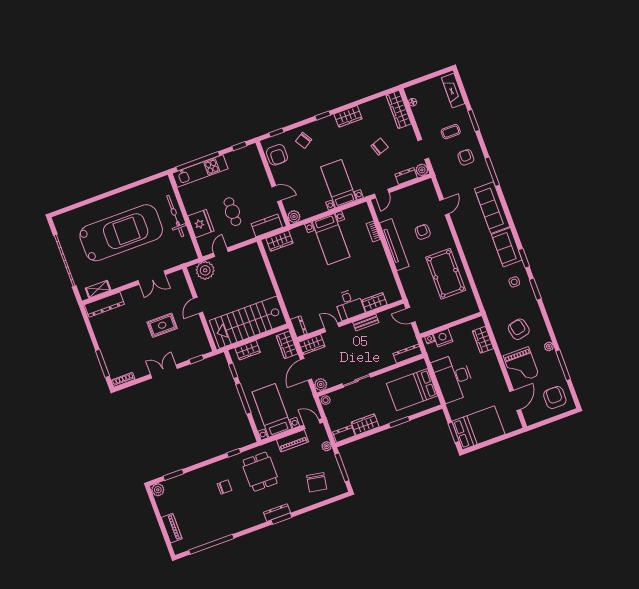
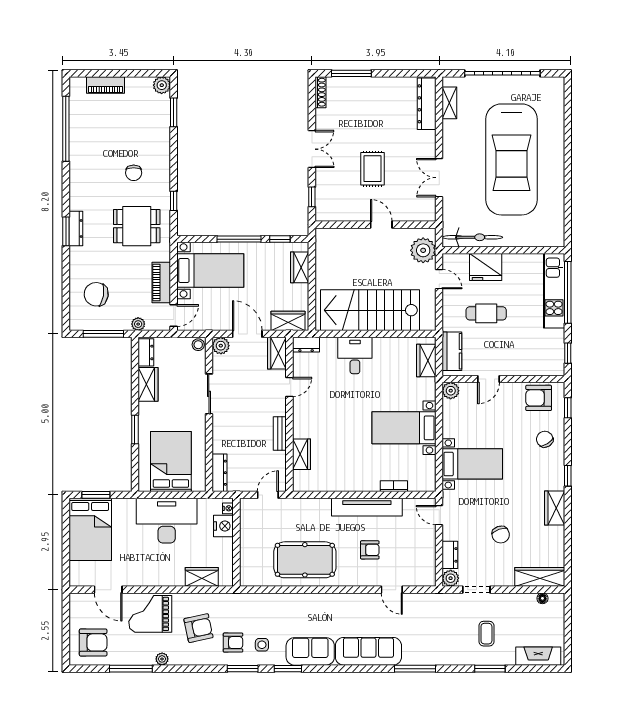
armchair: (466, 157) -> (233, 643), moved
bicycle: (175, 216) -> (472, 237), moved
desk: (349, 304) -> (355, 356), moved, turned 90
stairs: (248, 322) -> (370, 310), moved, turned -90

